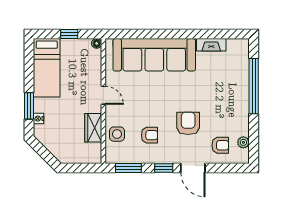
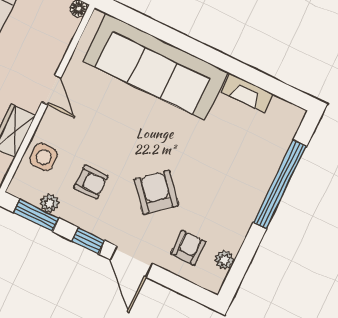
armchair: (188, 123) -> (156, 192), turned -40
armchair: (220, 145) -> (188, 248), turned -90
plant: (132, 158) -> (49, 203), added

